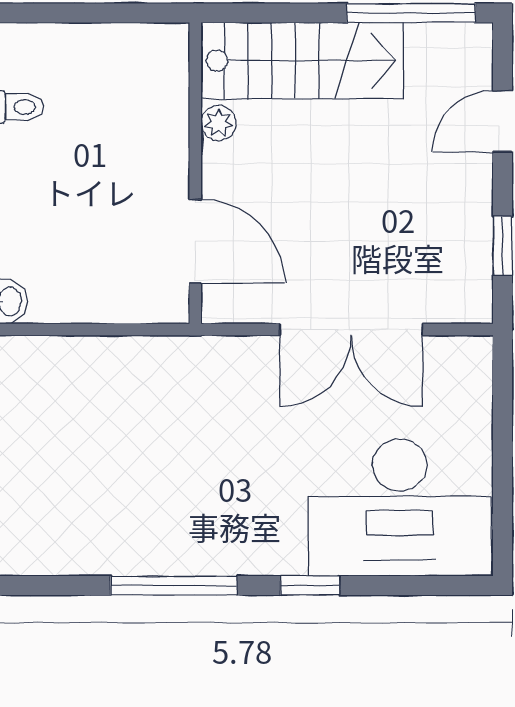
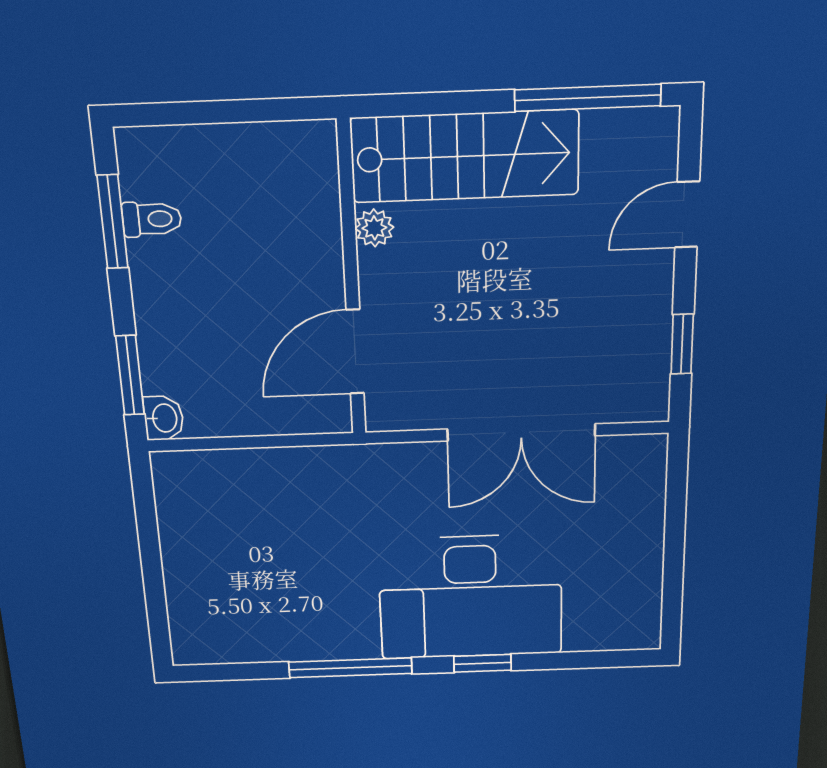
door: (195, 241) -> (355, 352), swing flipped
desk: (400, 508) -> (471, 597), moved

